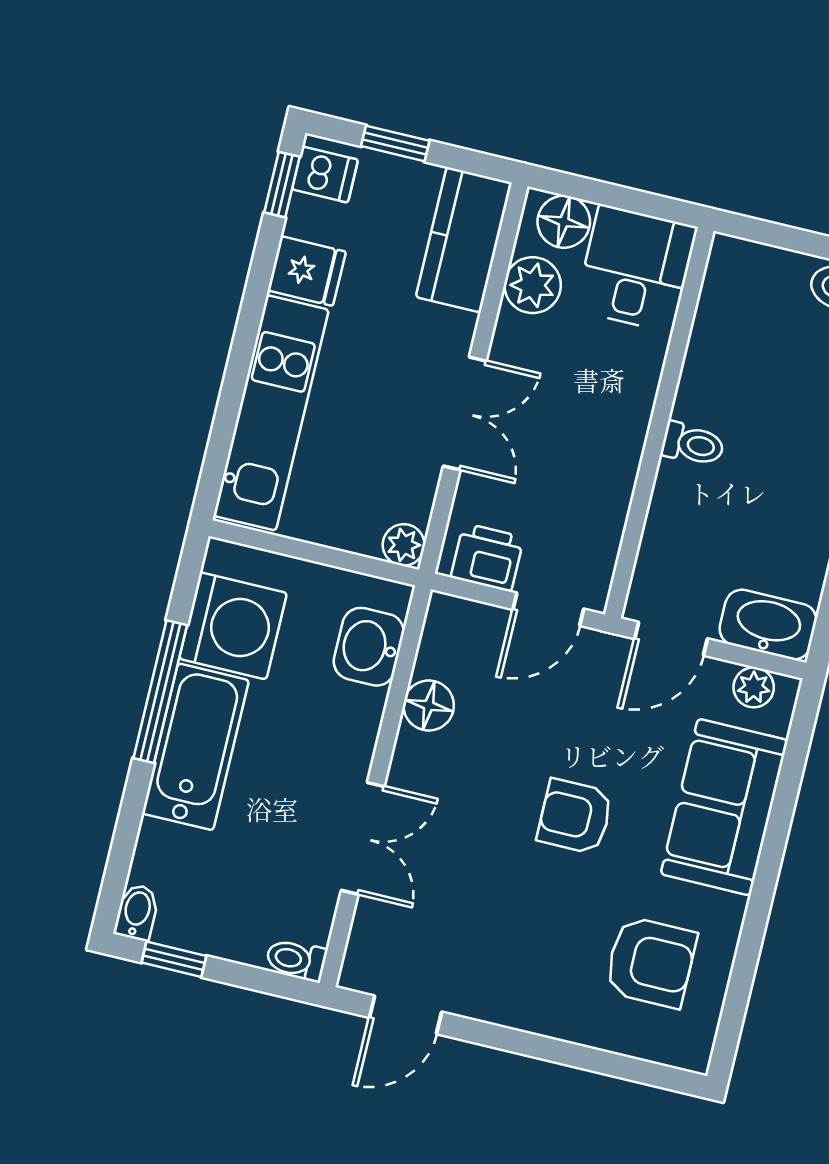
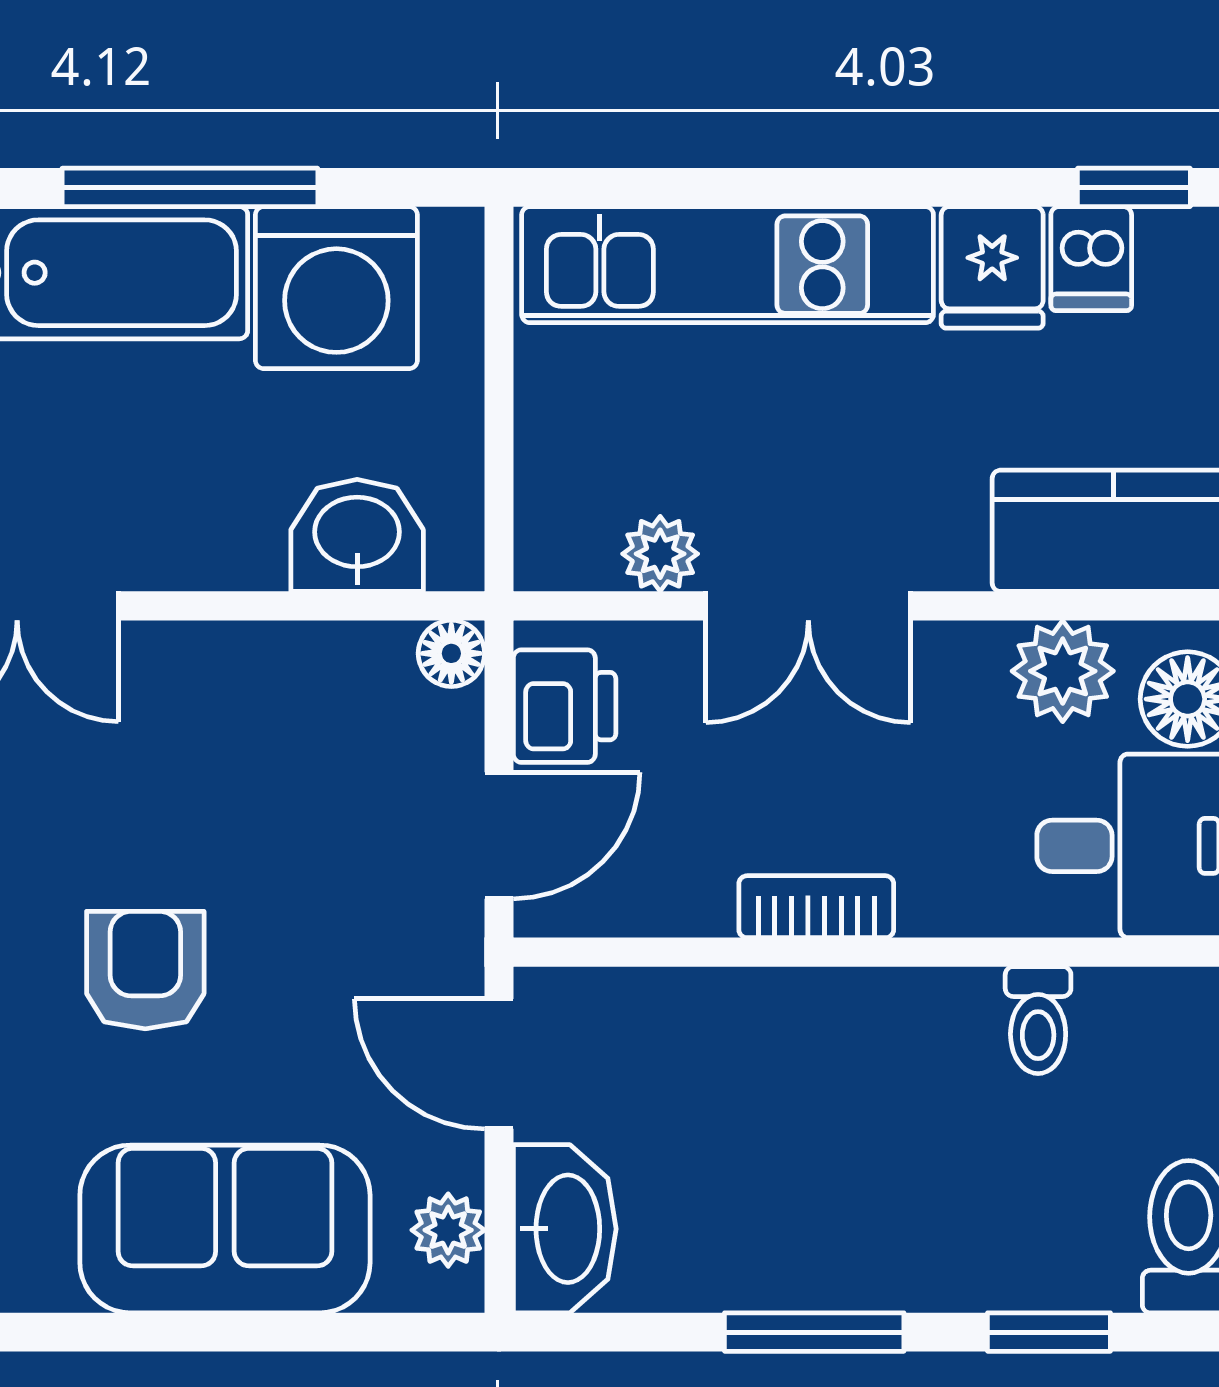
dishwasher: (325, 174) -> (1091, 259), moved
toilet: (693, 444) -> (1038, 1020), moved
bookcase: (627, 448) -> (816, 907), added
plant: (404, 545) -> (660, 554), moved
door: (548, 609) -> (499, 836), swing flipped
floor lamp: (429, 705) -> (451, 653), moved, width x0.73, depth x0.73

